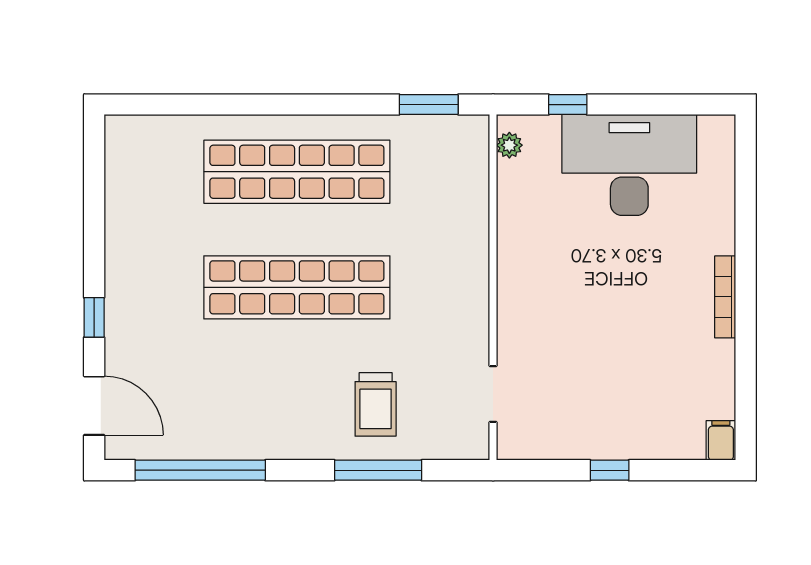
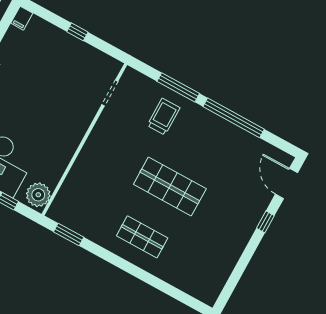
plant: (509, 145) -> (38, 195), width x1.88, depth x1.88
shop shelf: (297, 172) -> (142, 237), width x0.50, depth x0.74
shop shelf: (297, 287) -> (170, 186), width x0.71
window: (200, 470) -> (234, 118), moved

